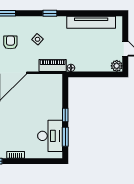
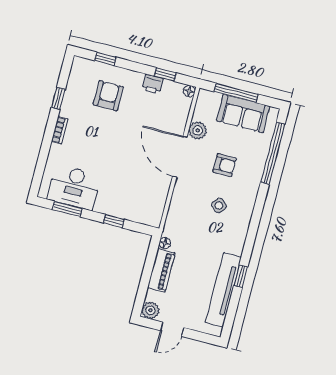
window: (50, 13) -> (241, 276), moved
piano: (53, 66) -> (161, 270), moved
window: (65, 115) -> (114, 221), moved

